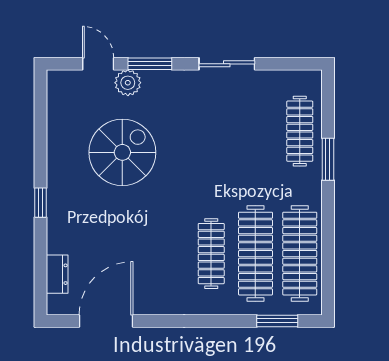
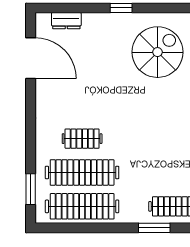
spiral stairs: (122, 152) -> (158, 52), moved, turned -90
clothes rail: (211, 254) -> (82, 139), width x0.73

